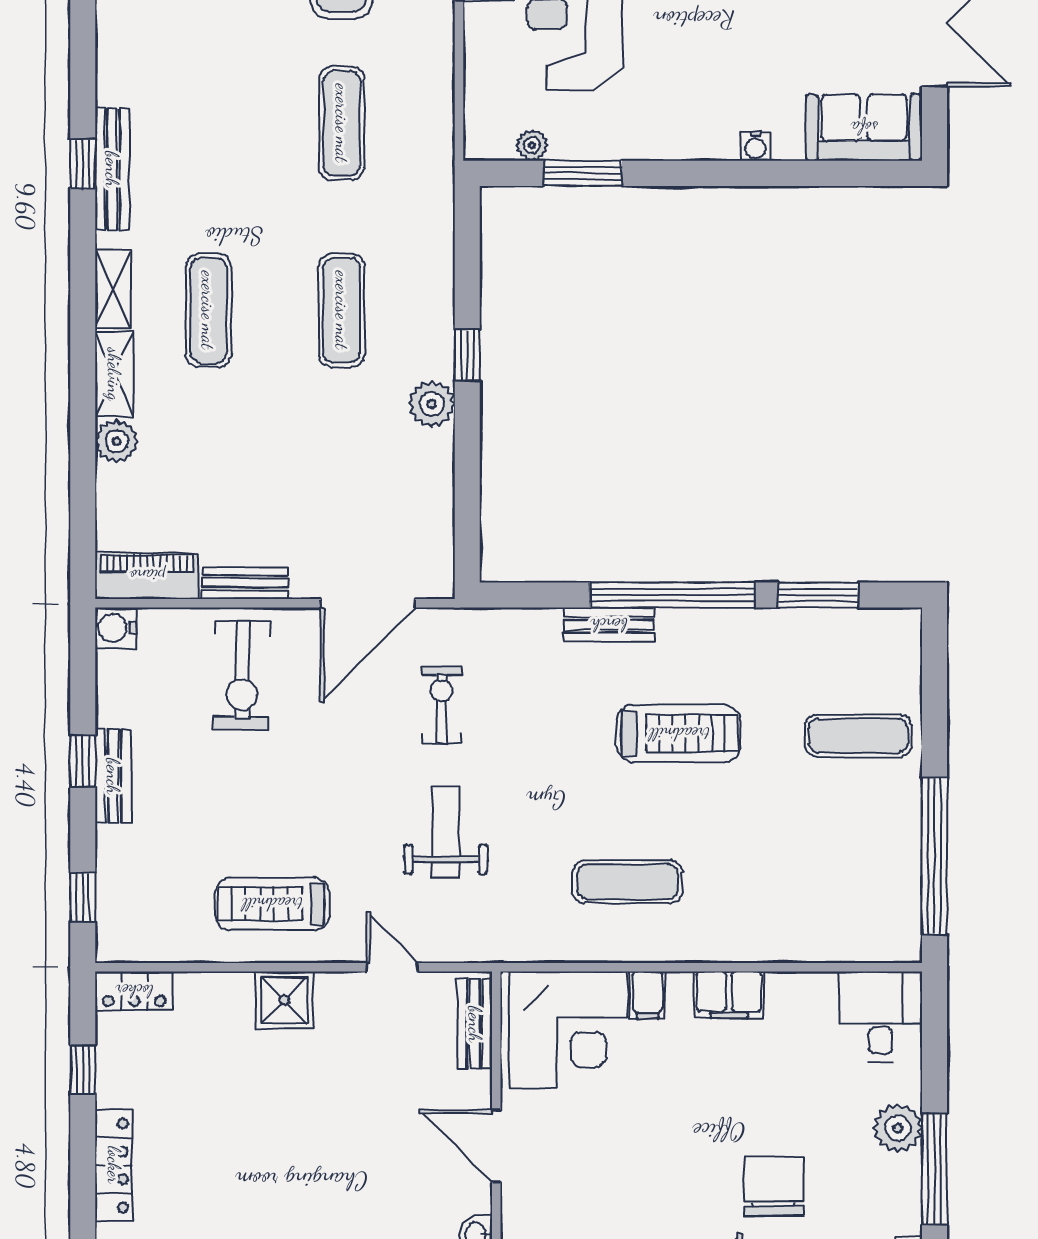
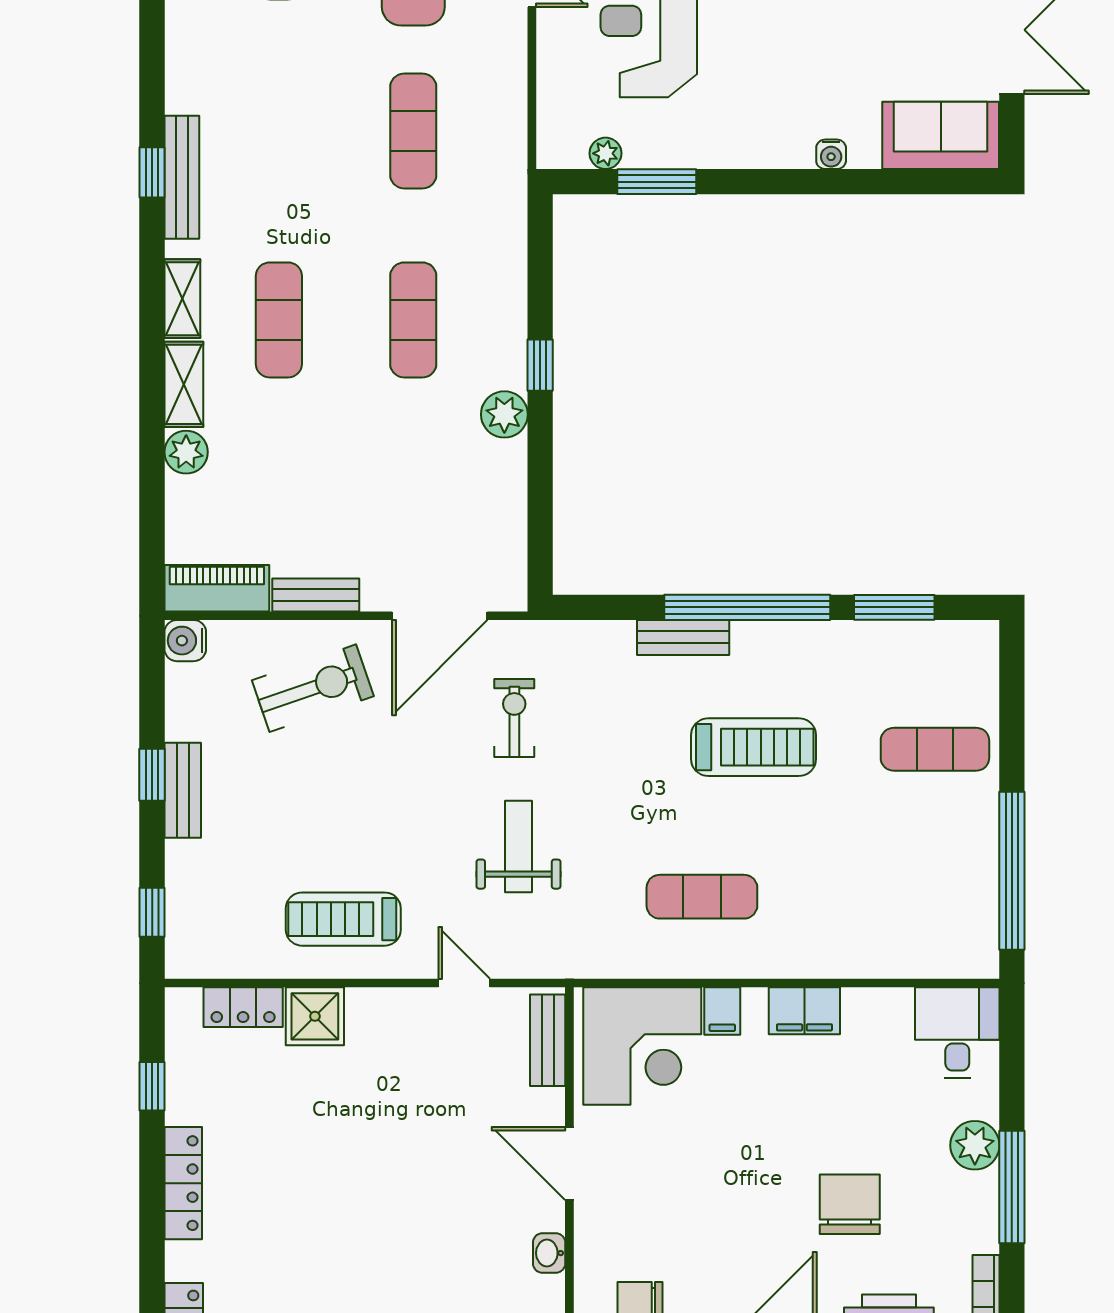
exercise bike: (242, 675) -> (313, 688), turned -110
locker: (134, 991) -> (243, 1007), moved
shower: (284, 1000) -> (315, 1016), moved

